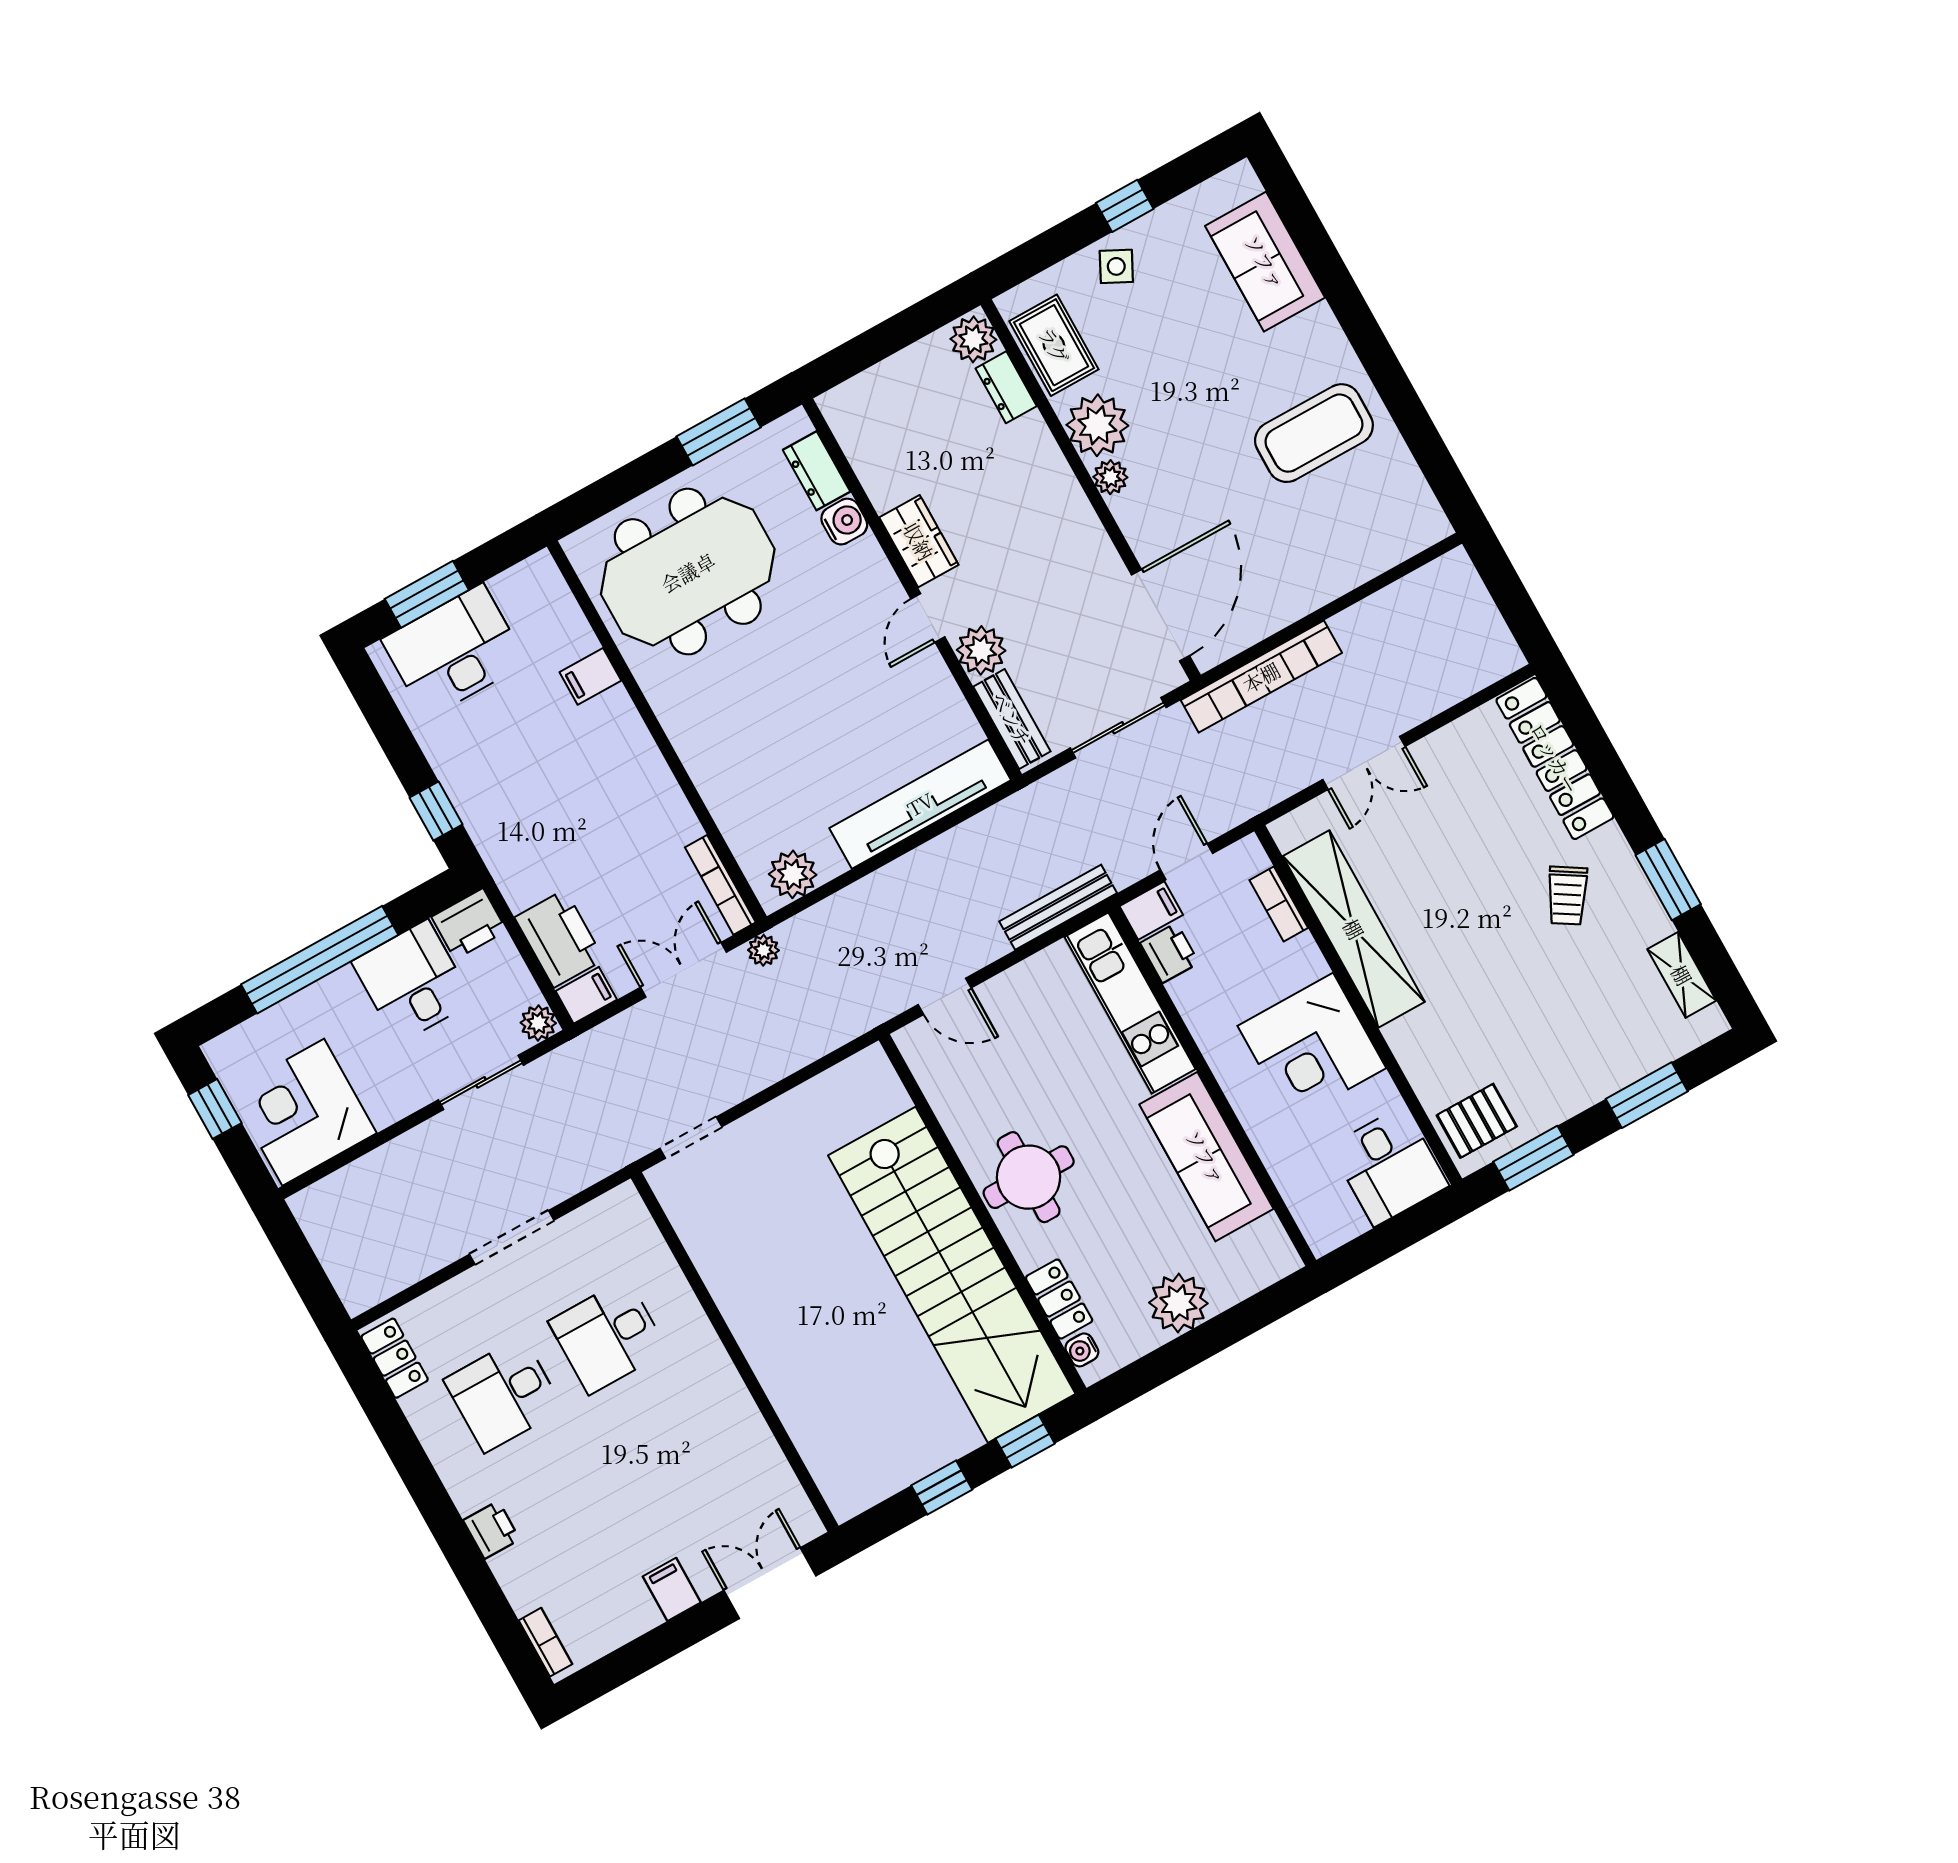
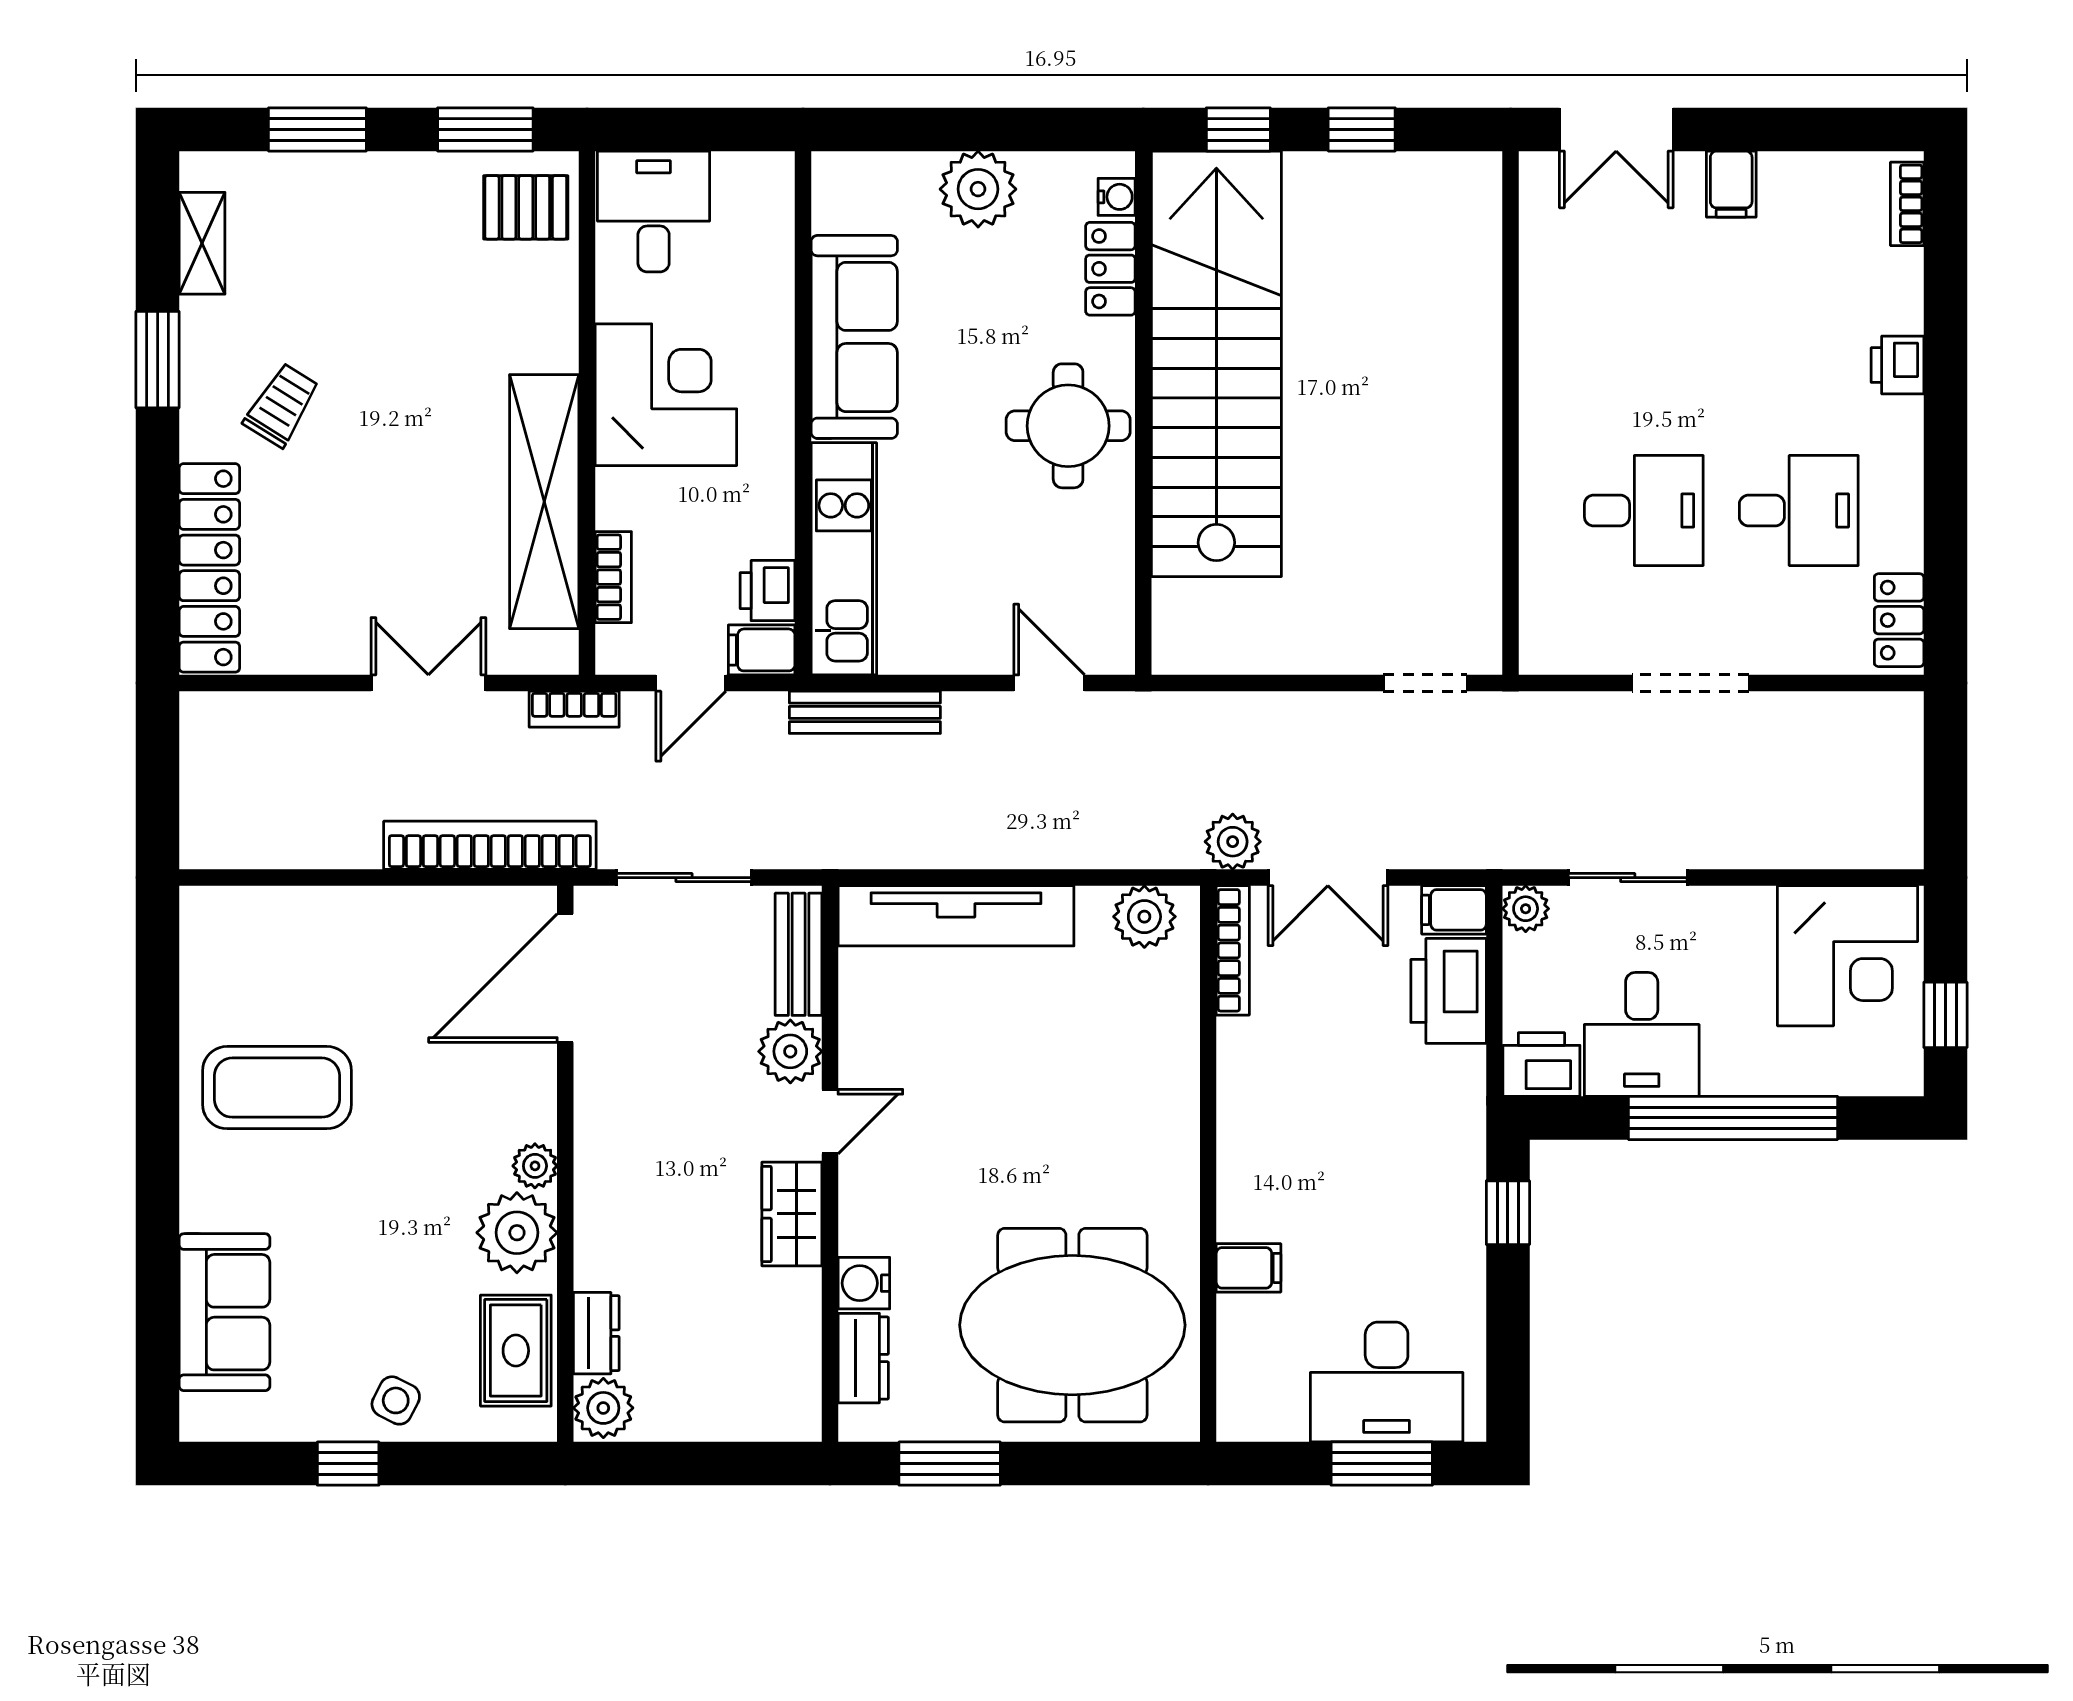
bookcase: (1256, 800) -> (574, 709), added
plant: (763, 950) -> (1233, 842), width x1.38, depth x1.38

